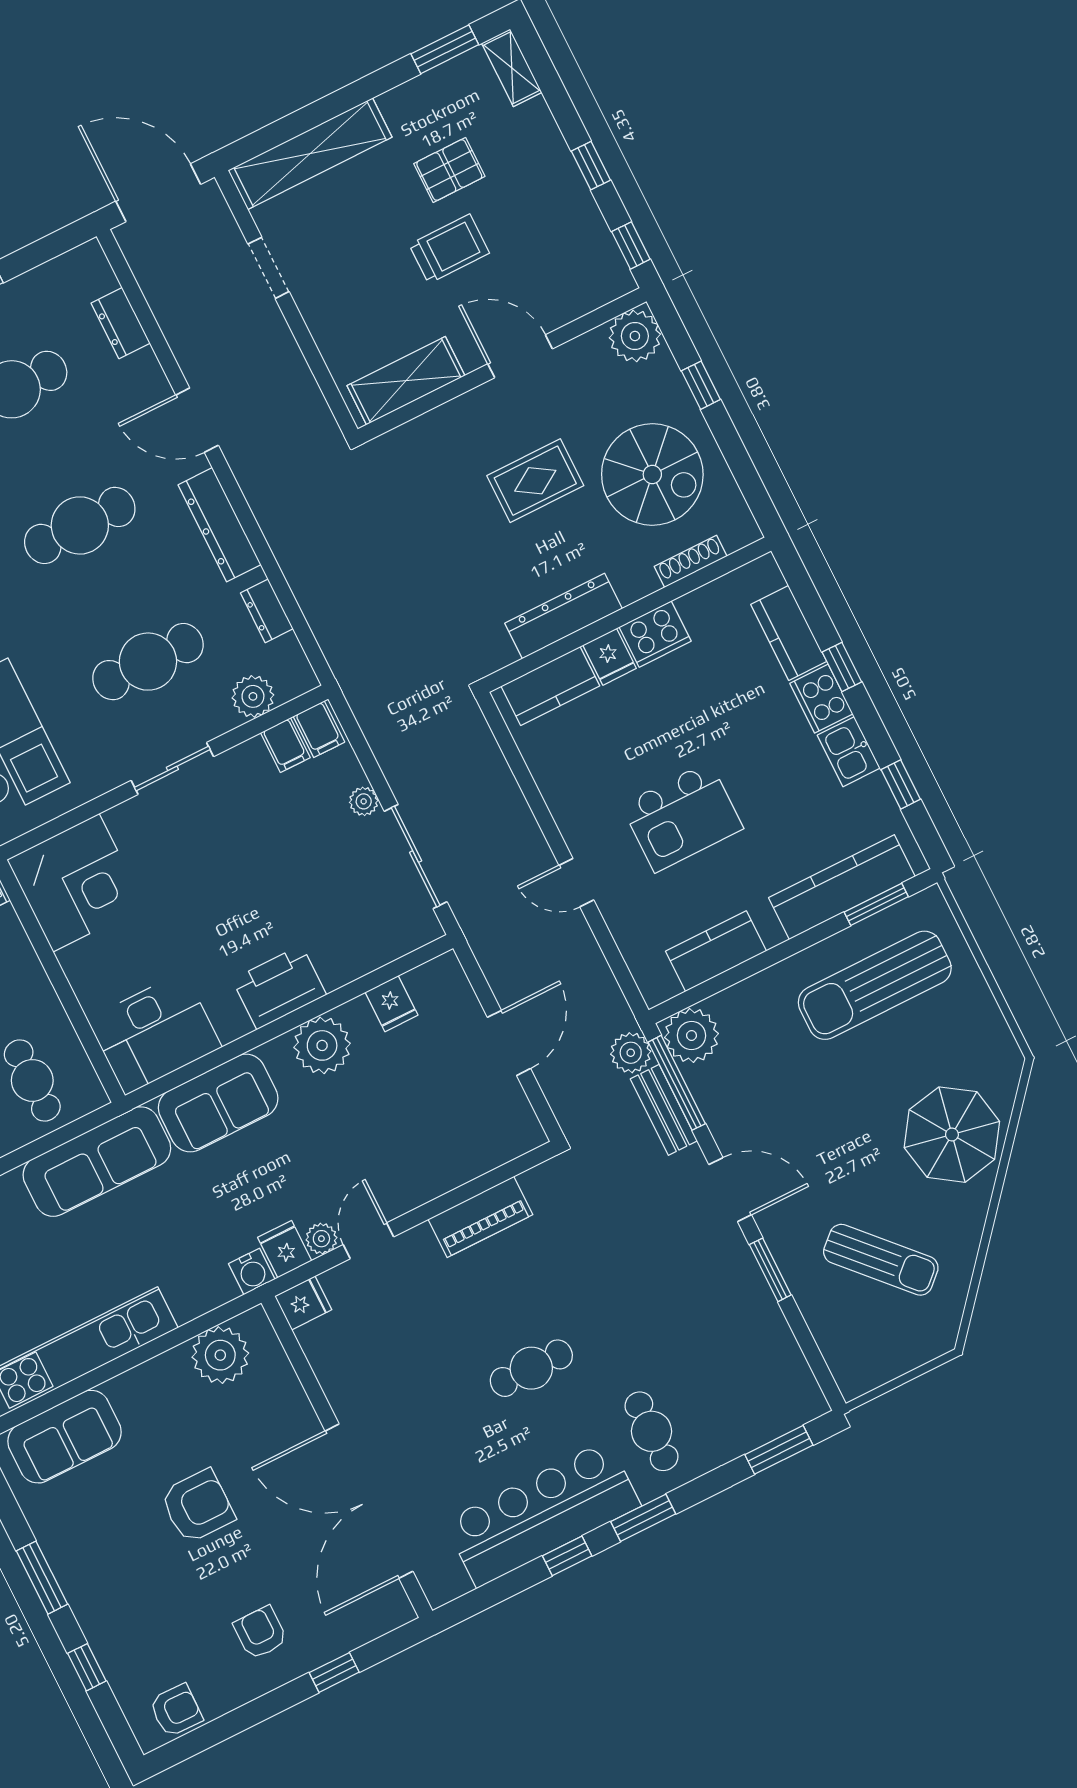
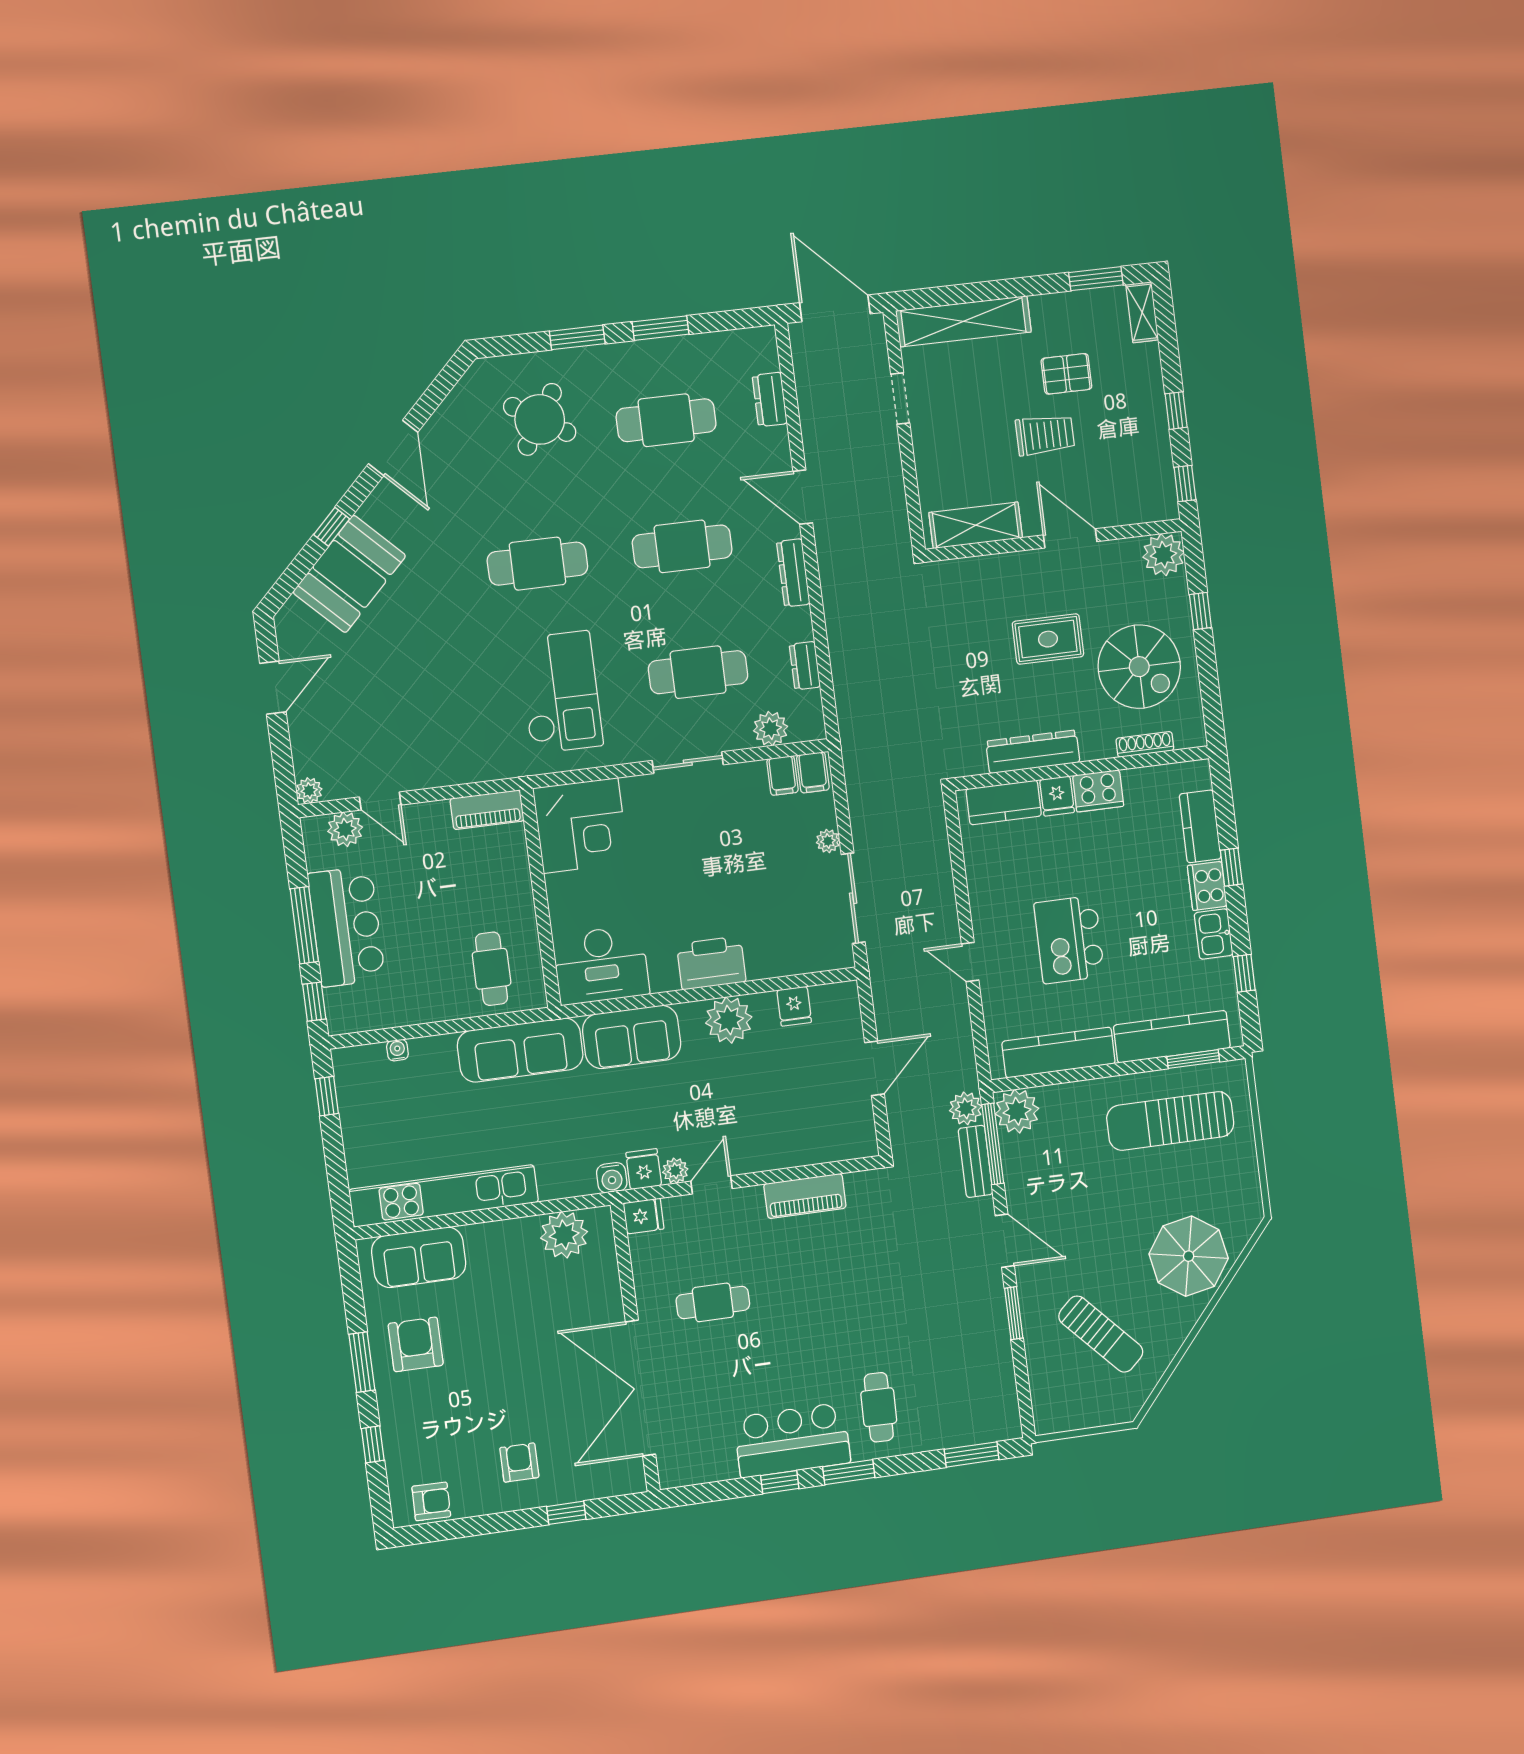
dresser: (220, 525) -> (793, 573), width x0.73, depth x0.80
kitchen island: (682, 817) -> (1069, 940), turned 90
kitchen counter: (716, 951) -> (1059, 1053), width x1.50
cafe table: (531, 1368) -> (713, 1302), moved
armchair: (198, 1506) -> (416, 1344), moved, turned -90
bar counter: (542, 1514) -> (792, 1440), width x0.73

